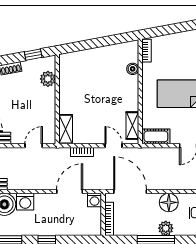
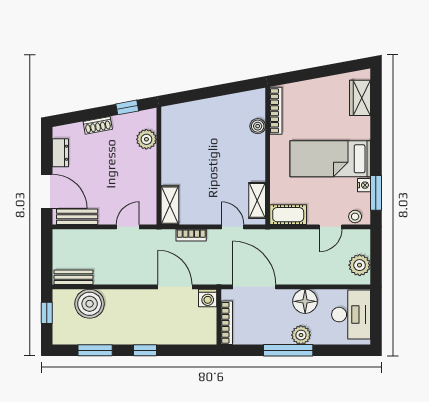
bookcase: (147, 51) -> (276, 111), width x1.56
door: (70, 191) -> (175, 287), hinge flipped
washing machine: (25, 202) -> (117, 300), removed

